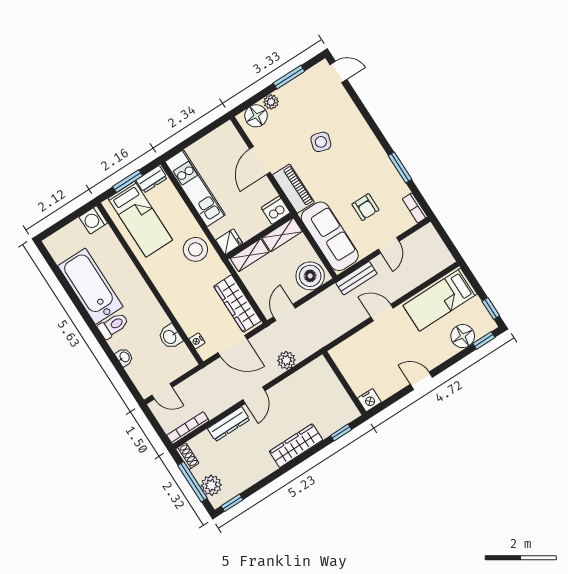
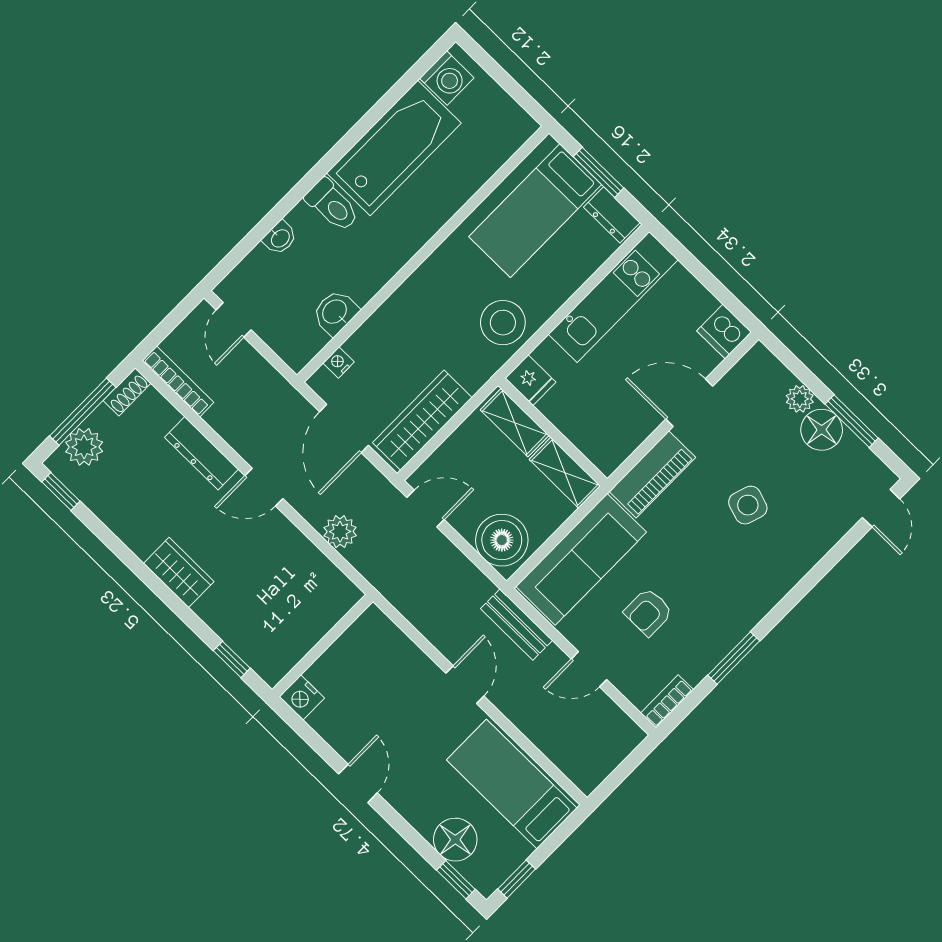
floor lamp: (256, 116) -> (822, 430), moved
dishwasher: (276, 210) -> (724, 331), moved, turned 180
washing machine: (93, 220) -> (447, 78), moved, turned 180
wardrobe: (296, 446) -> (179, 572), width x0.67

